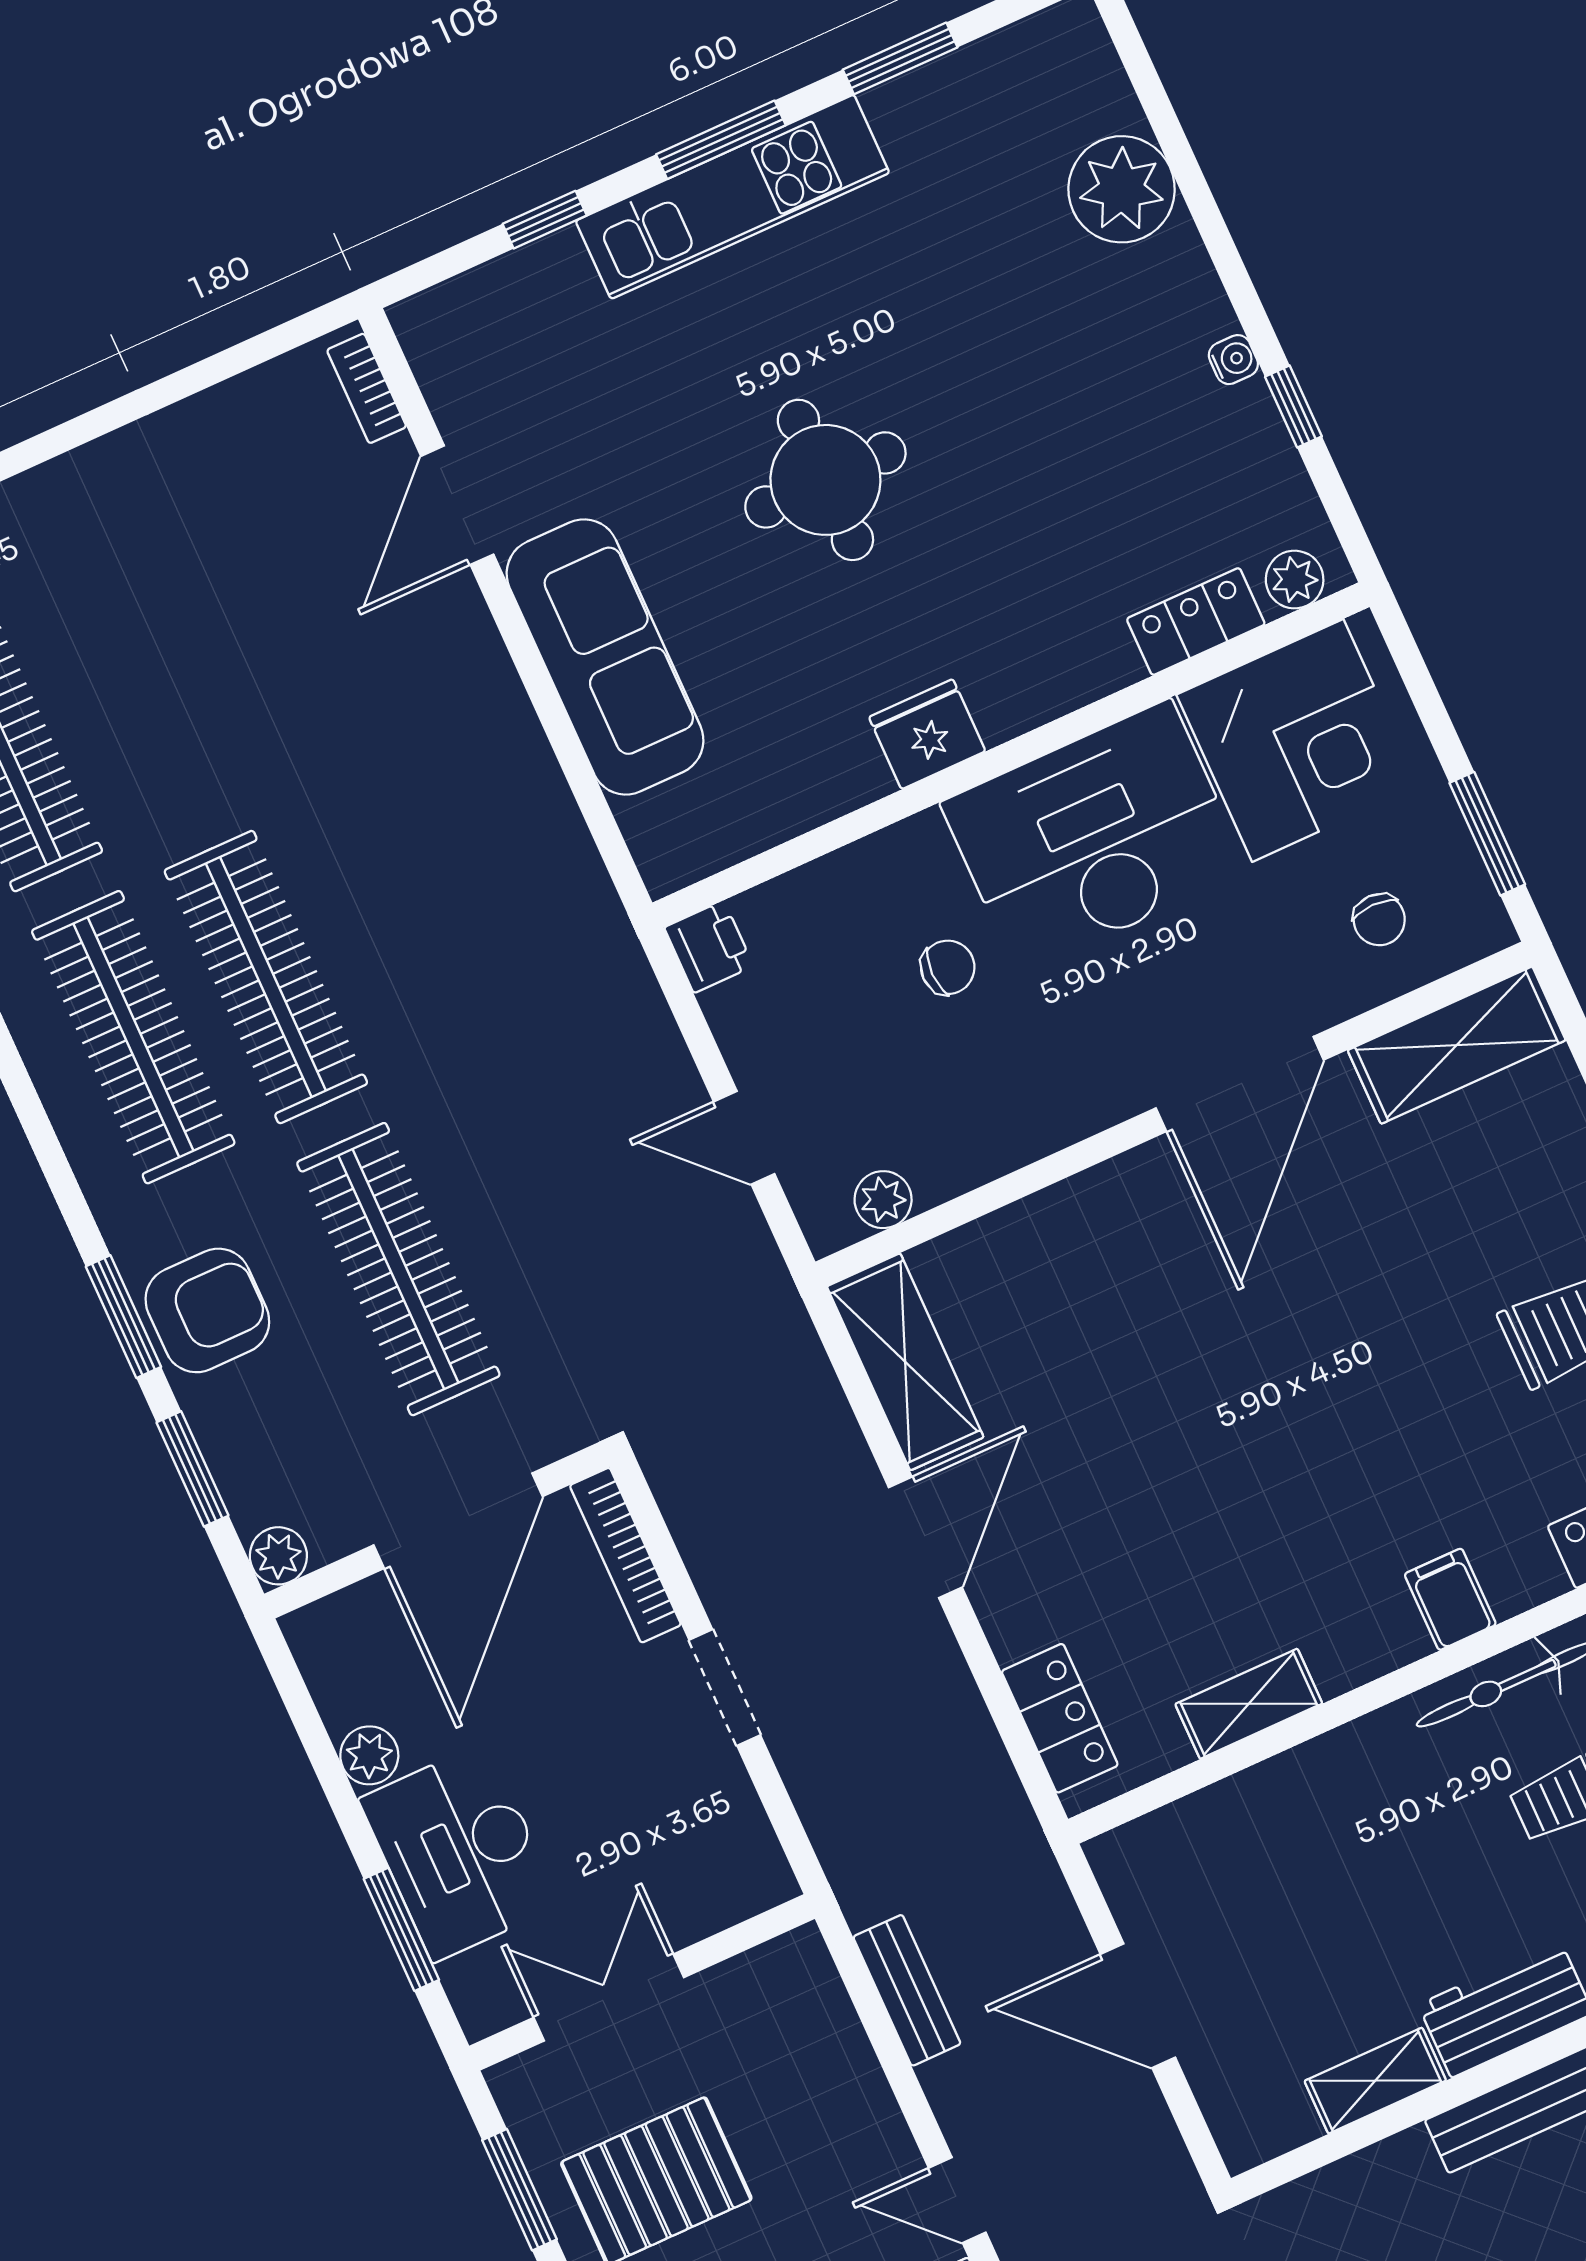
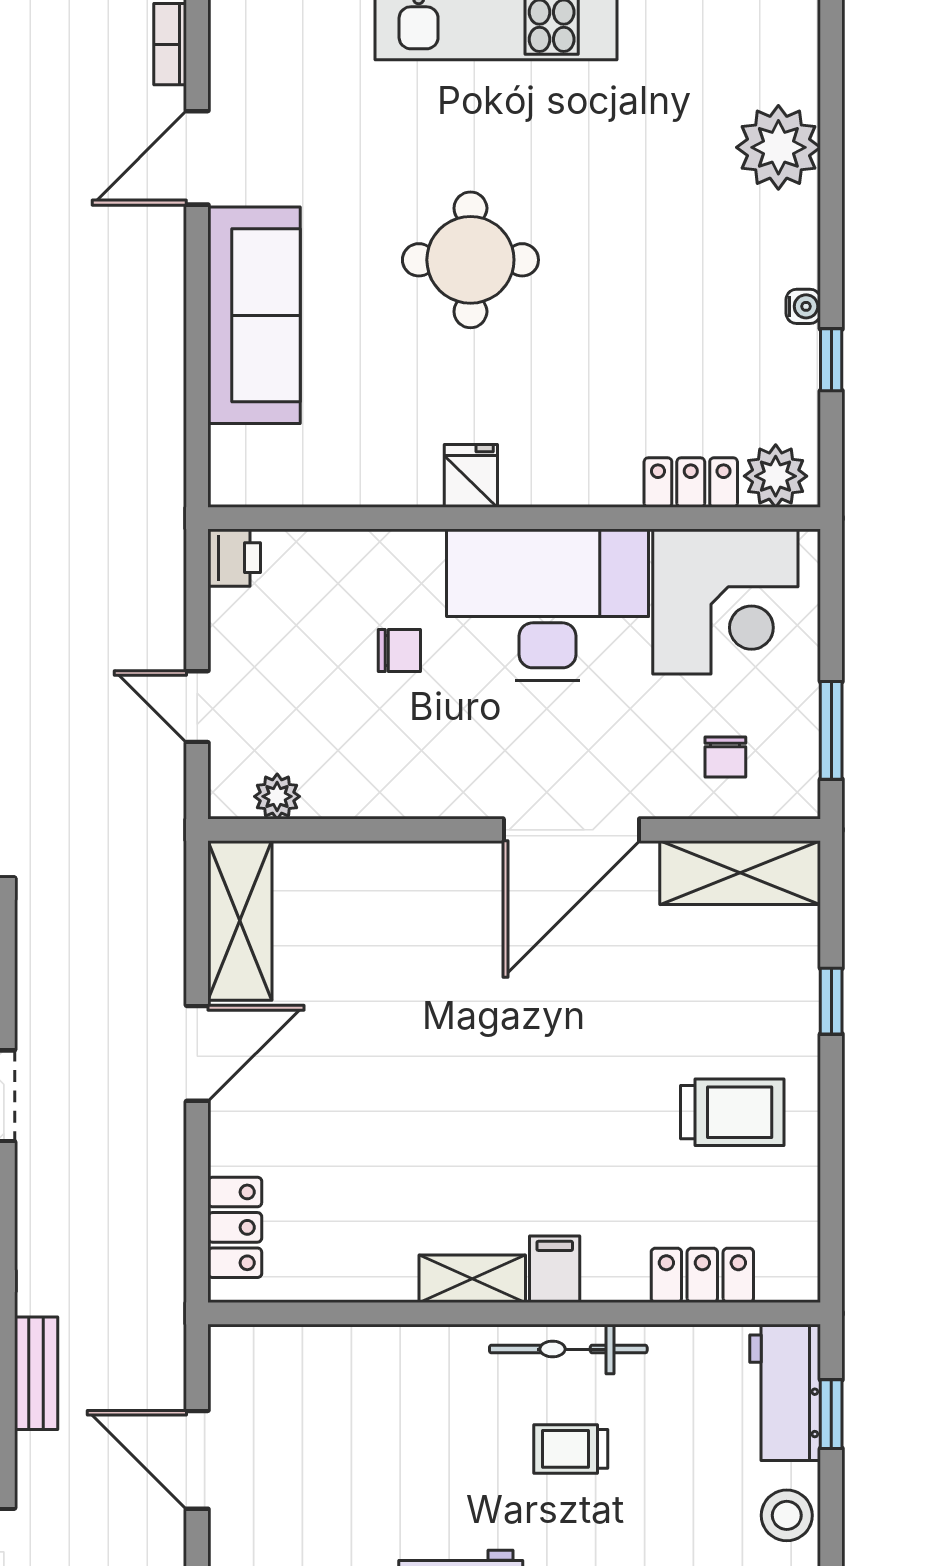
plant: (1295, 580) -> (776, 476), width x1.38, depth x1.38
fridge: (927, 734) -> (471, 476), width x0.72
shelving: (1249, 1704) -> (472, 1279), moved

